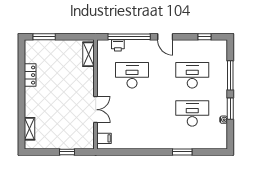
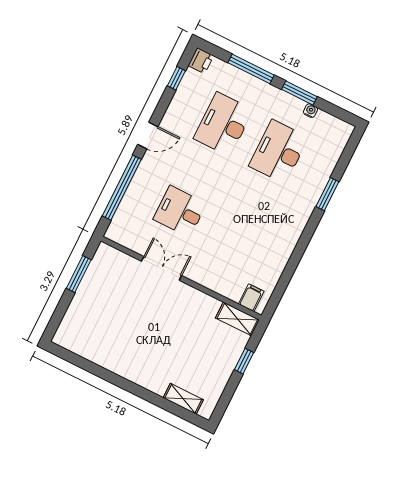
window: (44, 37) -> (79, 274), moved
printer: (118, 45) -> (201, 61), moved
shelving: (89, 54) -> (237, 319), moved
locker: (30, 75) -> (106, 359), removed
desk: (132, 75) -> (180, 211), width x0.73
double door: (96, 110) -> (162, 268), moved

